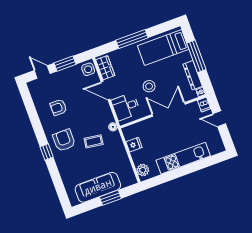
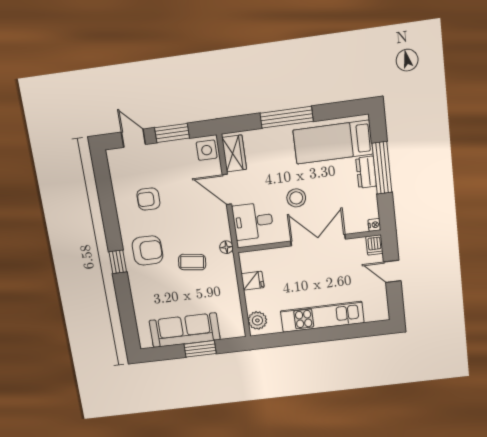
dresser: (193, 75) -> (366, 172), moved, width x0.70
armchair: (64, 140) -> (147, 250), turned 90

